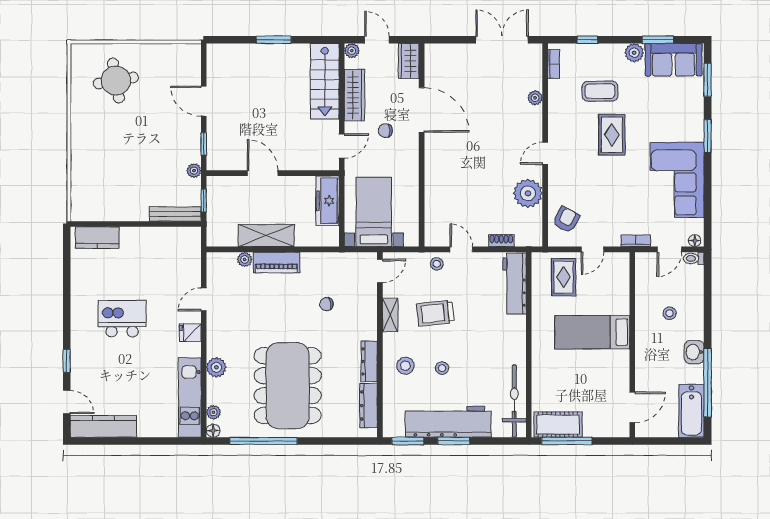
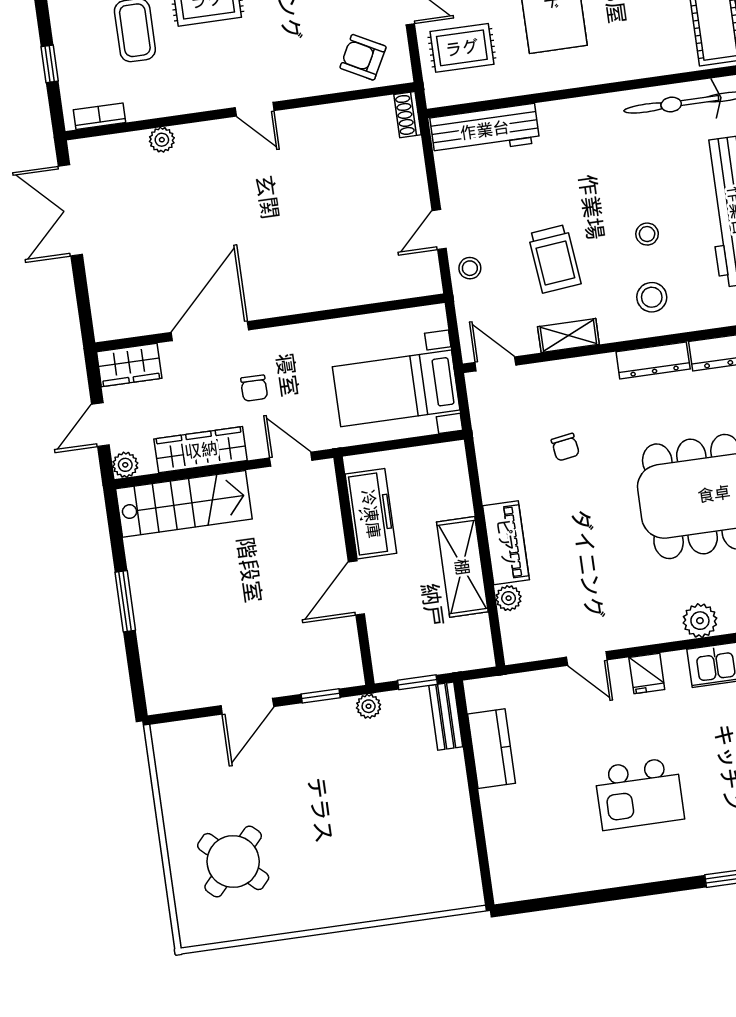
round table: (116, 81) -> (233, 862), turned -37
plant: (528, 193) -> (327, 129), removed
freezer: (327, 201) -> (371, 514), moved, turned -90
bench: (175, 214) -> (446, 716), width x0.73
kitchen counter: (97, 238) -> (492, 749), moved
shoe rack: (501, 241) -> (407, 115), moved
kitchen island: (122, 319) -> (639, 794), turned -90

